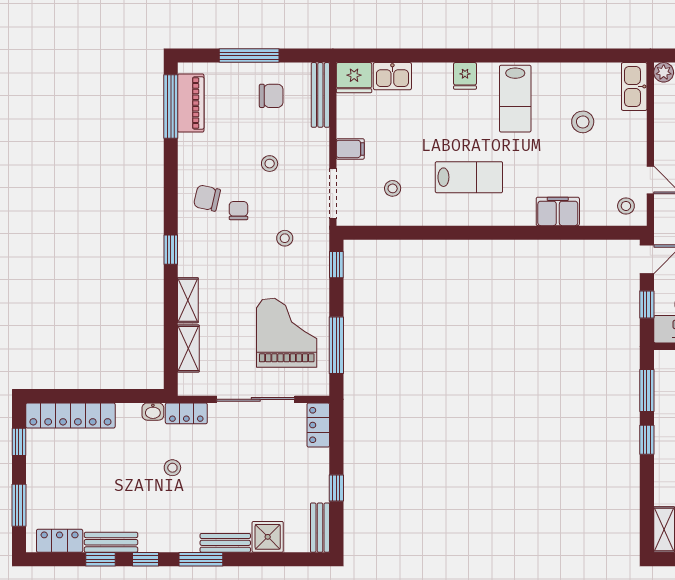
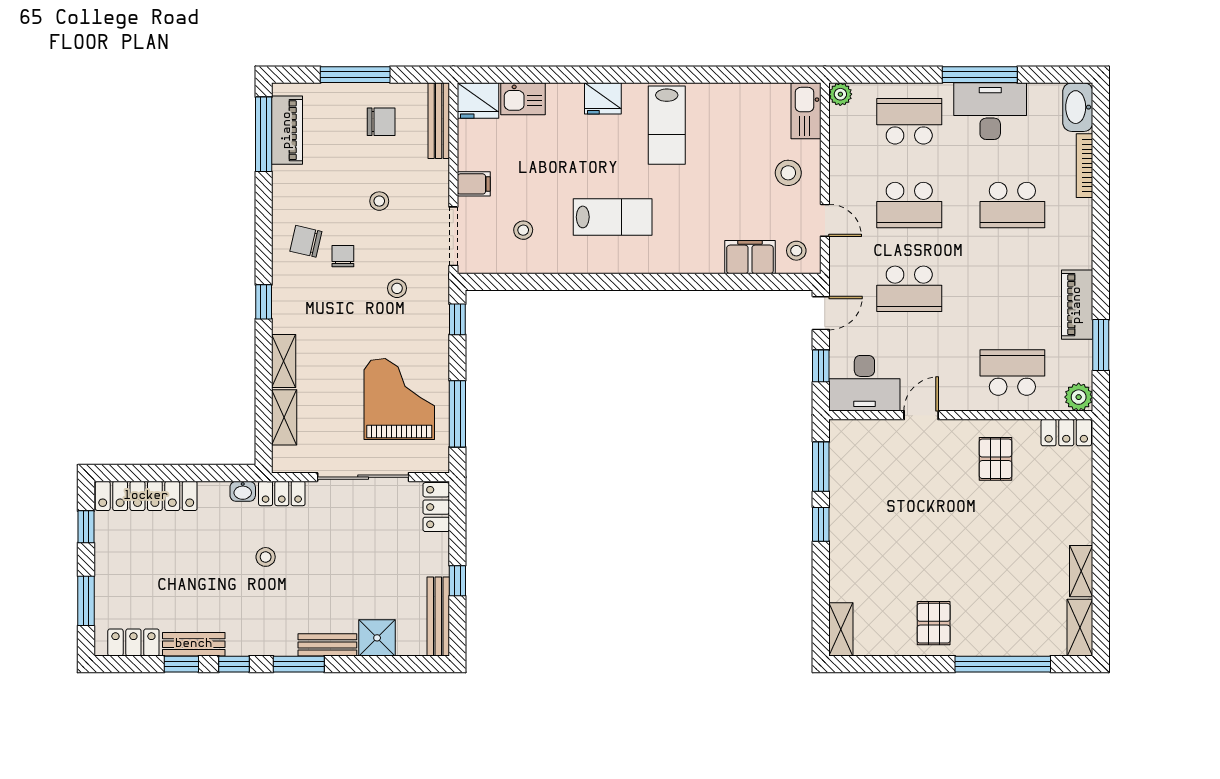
fridge: (465, 76) -> (603, 98), width x1.38
stool: (583, 122) -> (788, 173), moved
filing cabinet: (558, 211) -> (750, 257), moved
bench: (320, 528) -> (438, 617), width x1.36

